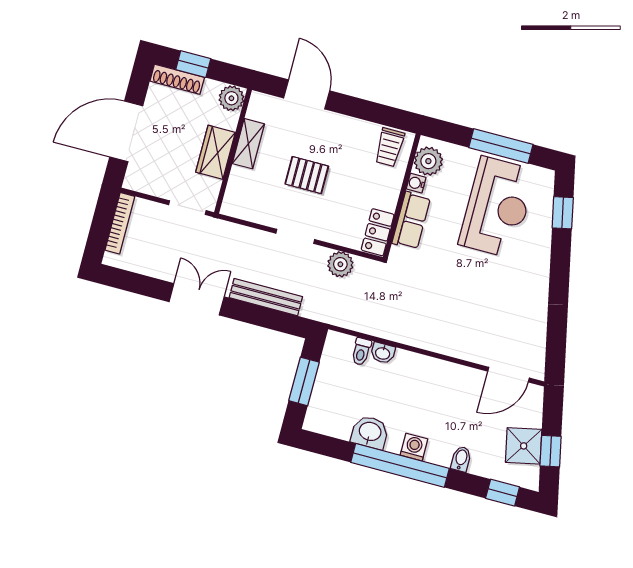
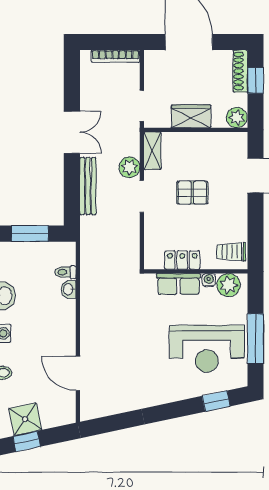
shelving: (248, 144) -> (152, 151), moved, turned 90
pallet: (307, 175) -> (192, 193), turned 90
locker: (378, 232) -> (182, 260), moved
plant: (340, 264) -> (129, 167), moved
door: (509, 375) -> (78, 373), moved

